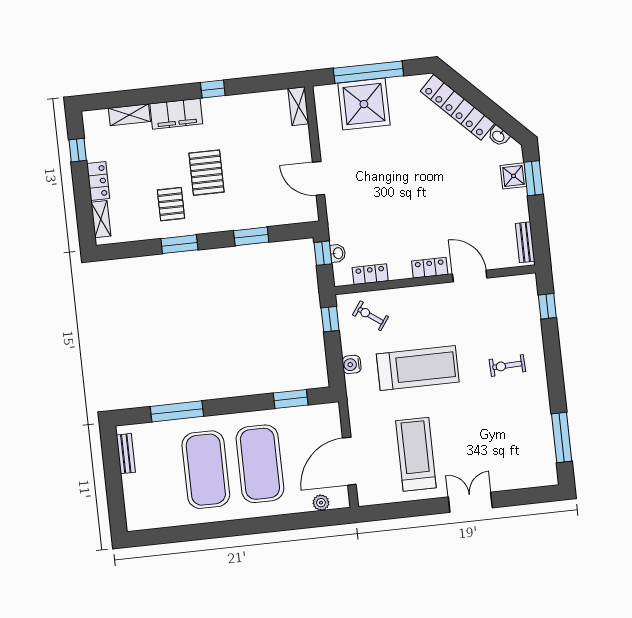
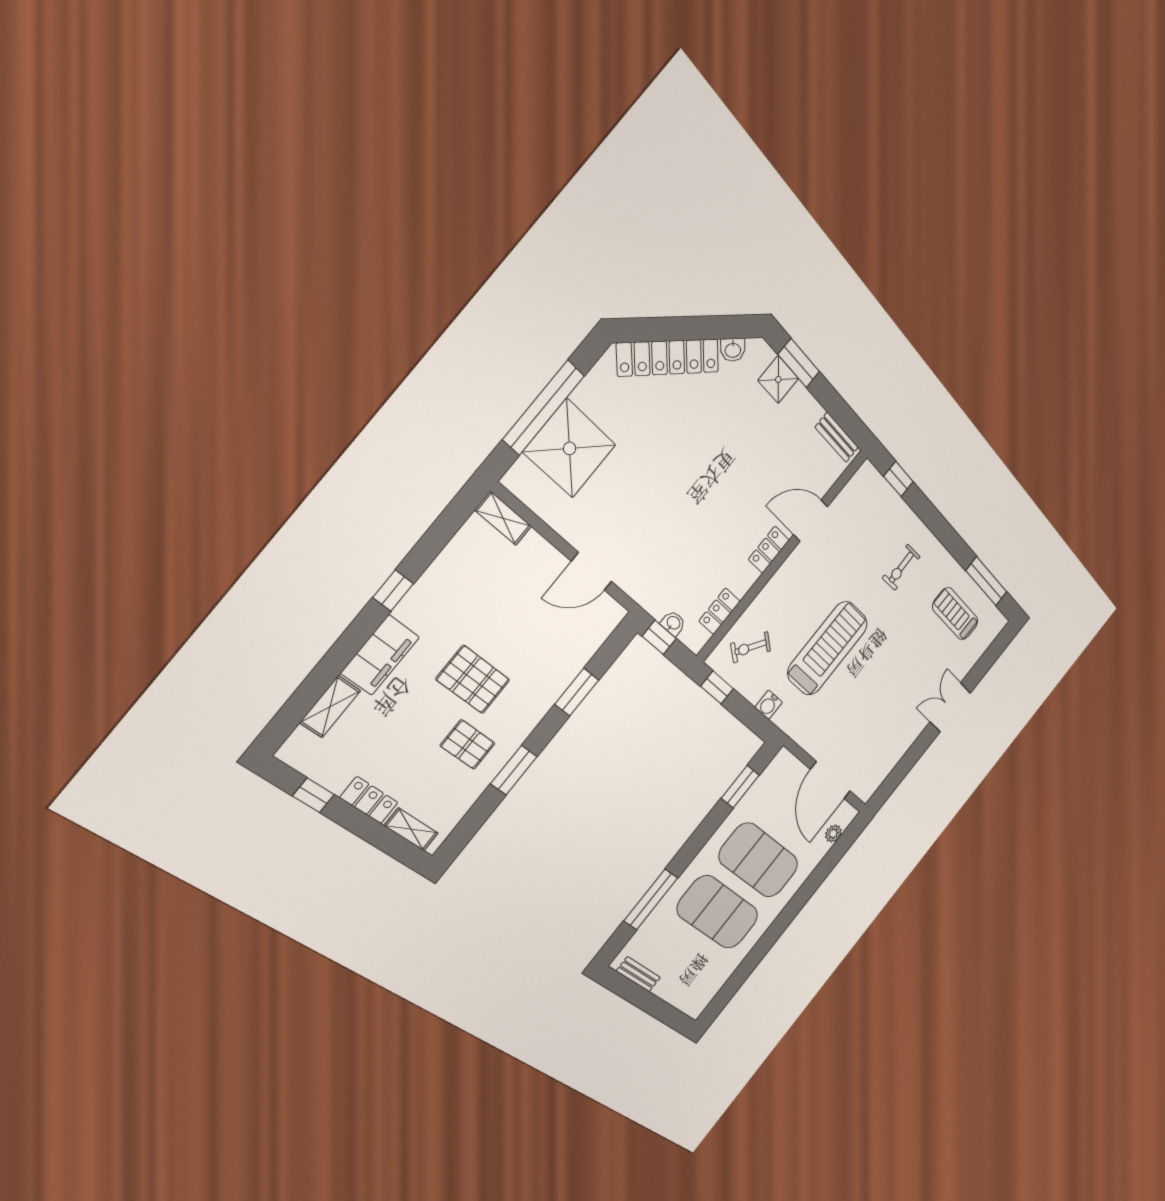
treadmill: (416, 454) -> (955, 614), moved, width x0.73, depth x0.73

